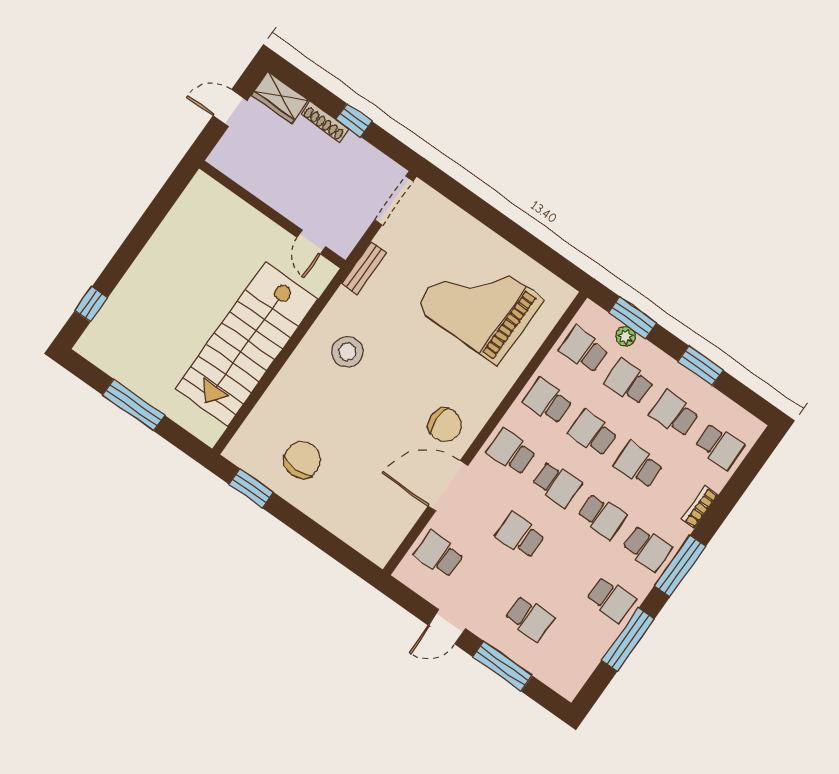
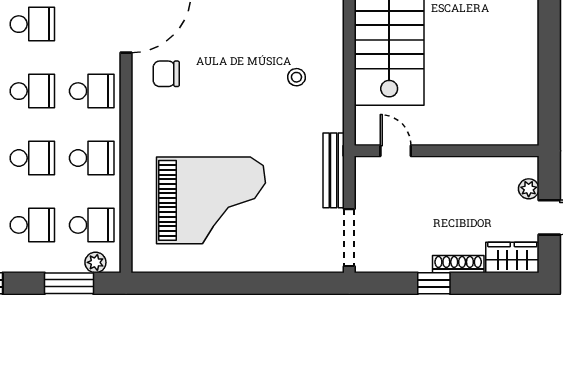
plant: (230, 141) -> (529, 189), added
bench: (364, 268) -> (334, 170), width x1.36
plant: (626, 336) -> (95, 262), moved
stool: (347, 352) -> (296, 77), width x0.53, depth x0.53
chair: (445, 425) -> (166, 74), width x0.73, depth x0.73
school desk: (557, 484) -> (32, 91), turned 180

